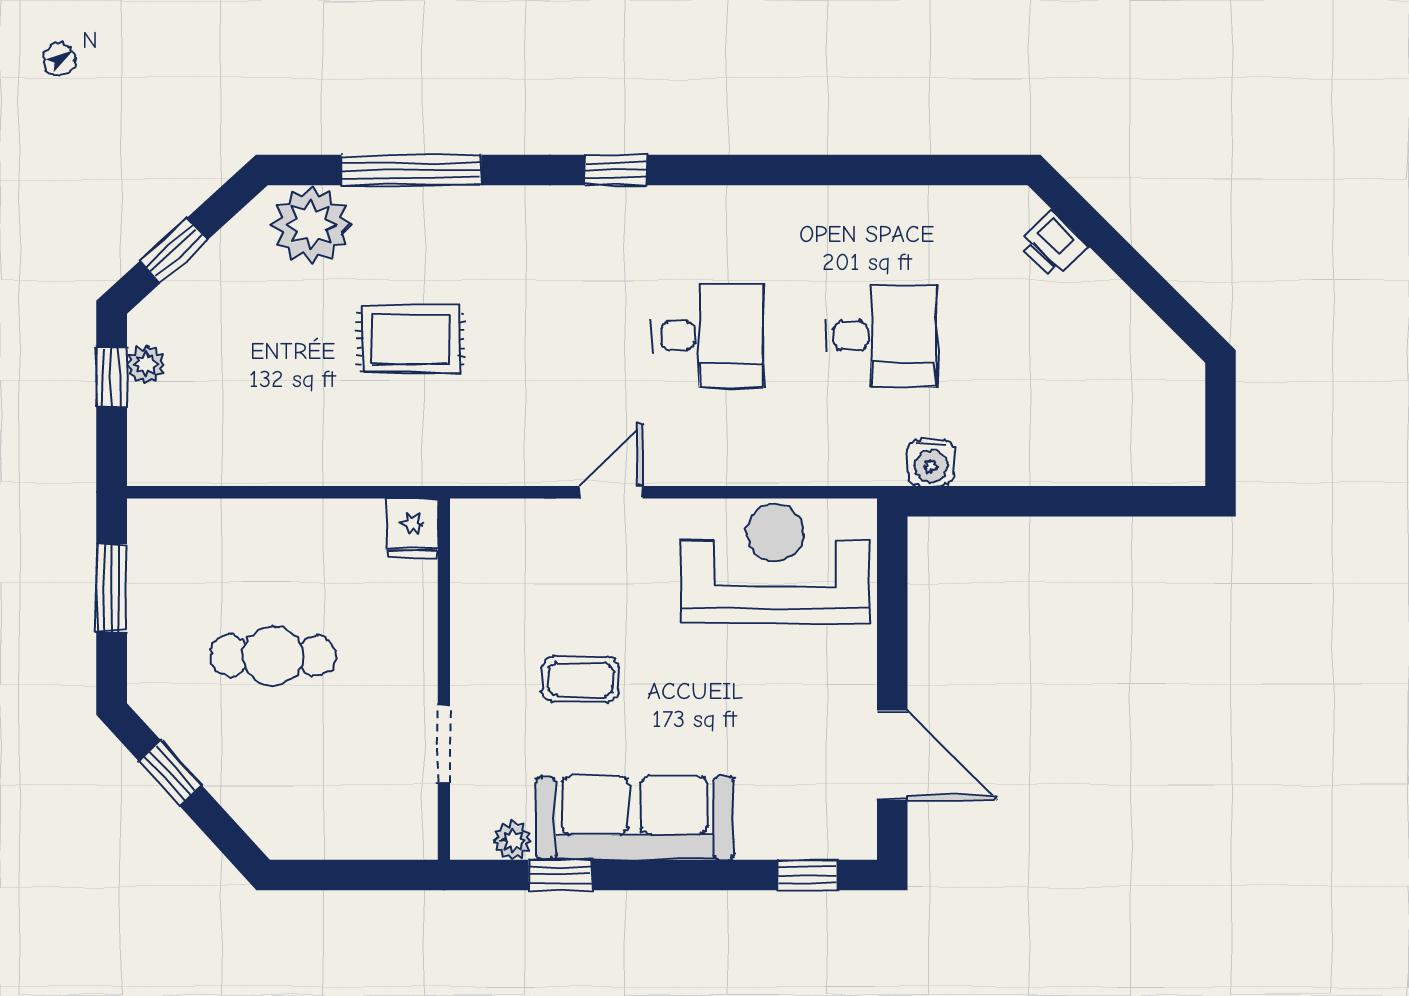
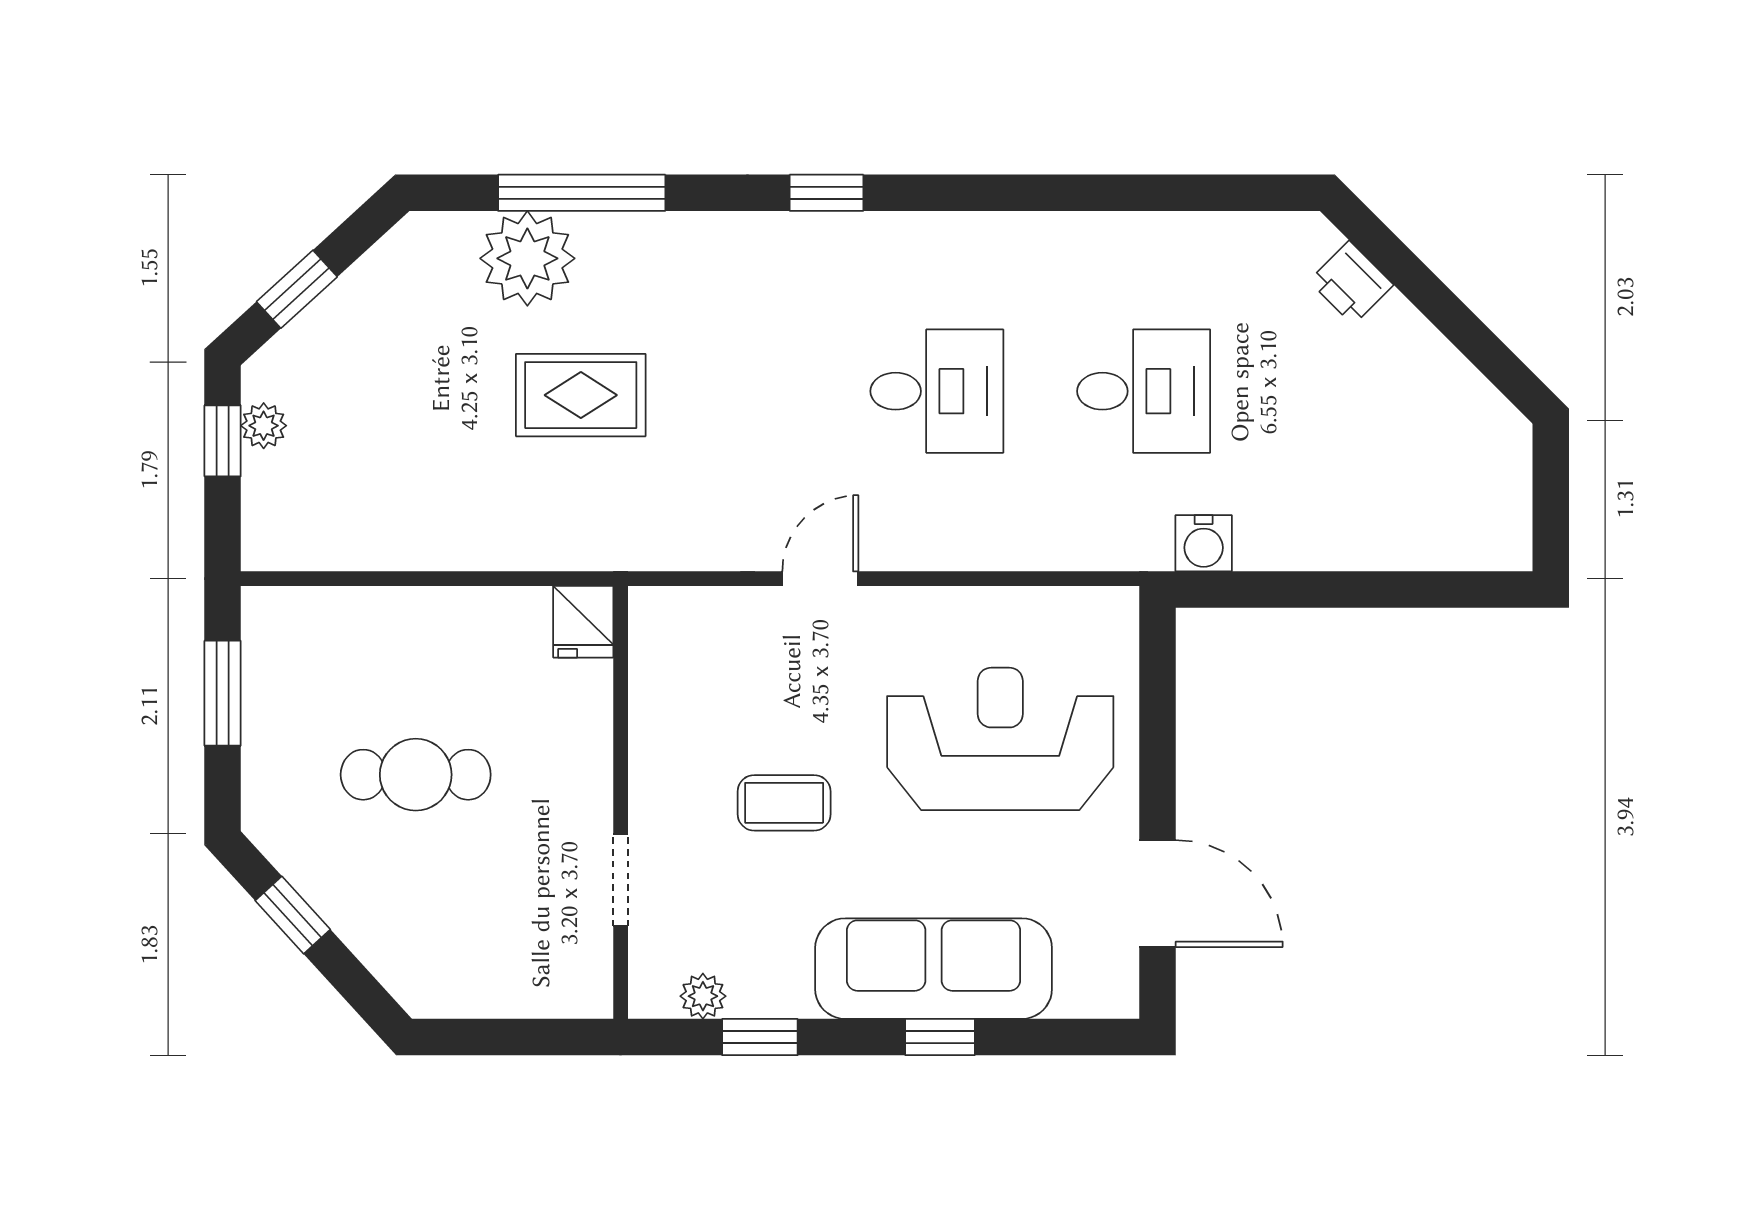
plant: (311, 225) -> (527, 258), moved
reception desk: (775, 564) -> (1000, 739), moved
sofa: (635, 818) -> (934, 969), moved
window: (807, 875) -> (940, 1037), moved

